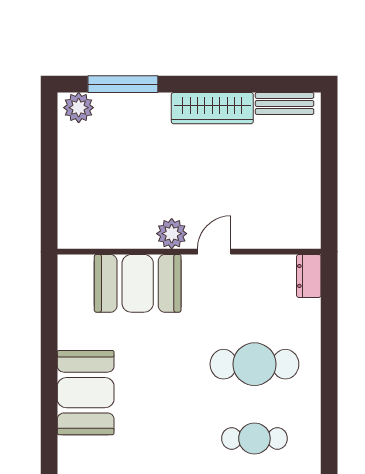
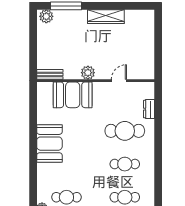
bench: (285, 103) -> (50, 74), moved
door: (214, 252) -> (119, 81), moved
dresser: (309, 276) -> (149, 109), moved

